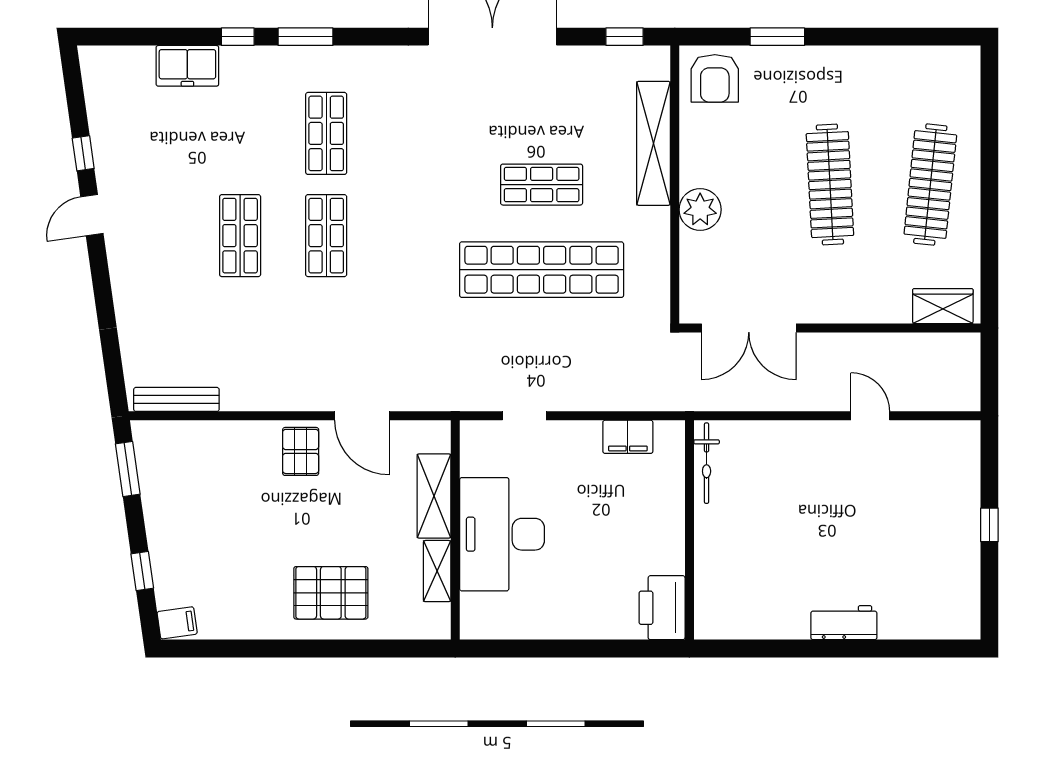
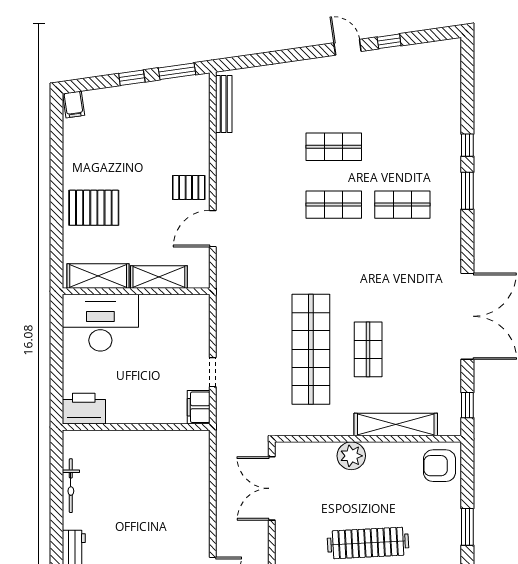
window: (777, 37) -> (467, 527), moved
freezer: (187, 66) -> (448, 111), removed
doorway: (524, 416) -> (213, 372), moved
bicycle: (707, 463) -> (71, 486), moved, turned -90
wall: (689, 530) -> (136, 427), moved
desk: (502, 534) -> (100, 323), moved
window: (142, 571) -> (132, 78), moved
shelving: (437, 571) -> (98, 276), width x1.50, depth x1.33
pallet: (331, 593) -> (94, 208), turned 90
printer: (662, 608) -> (84, 409), moved

